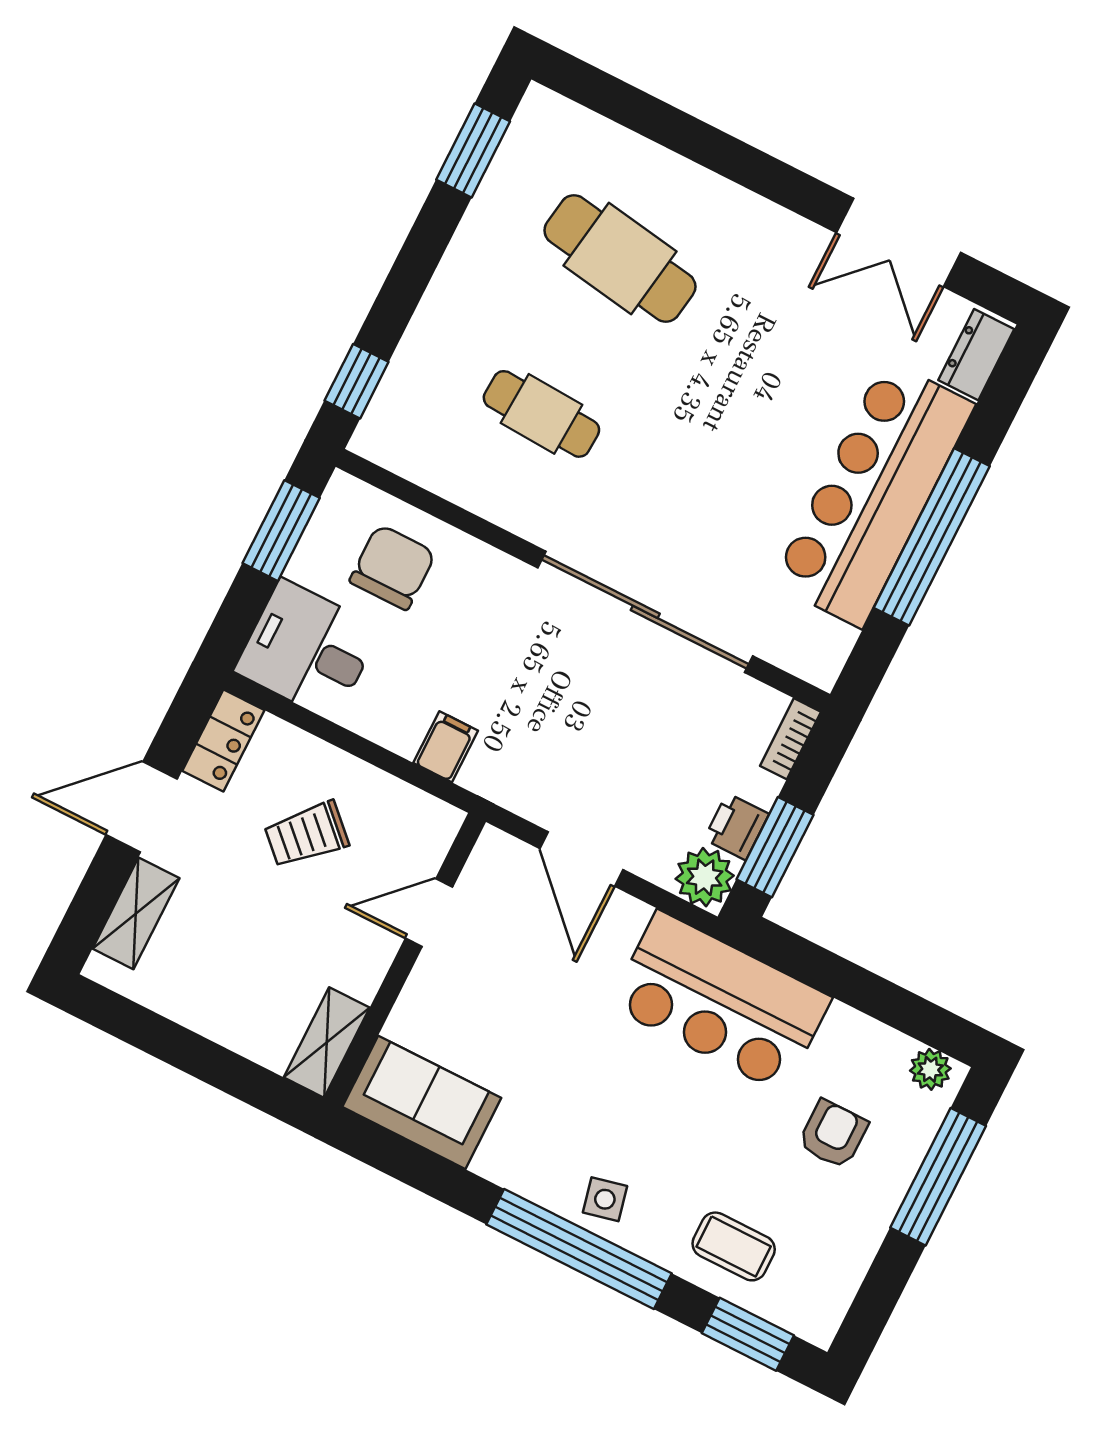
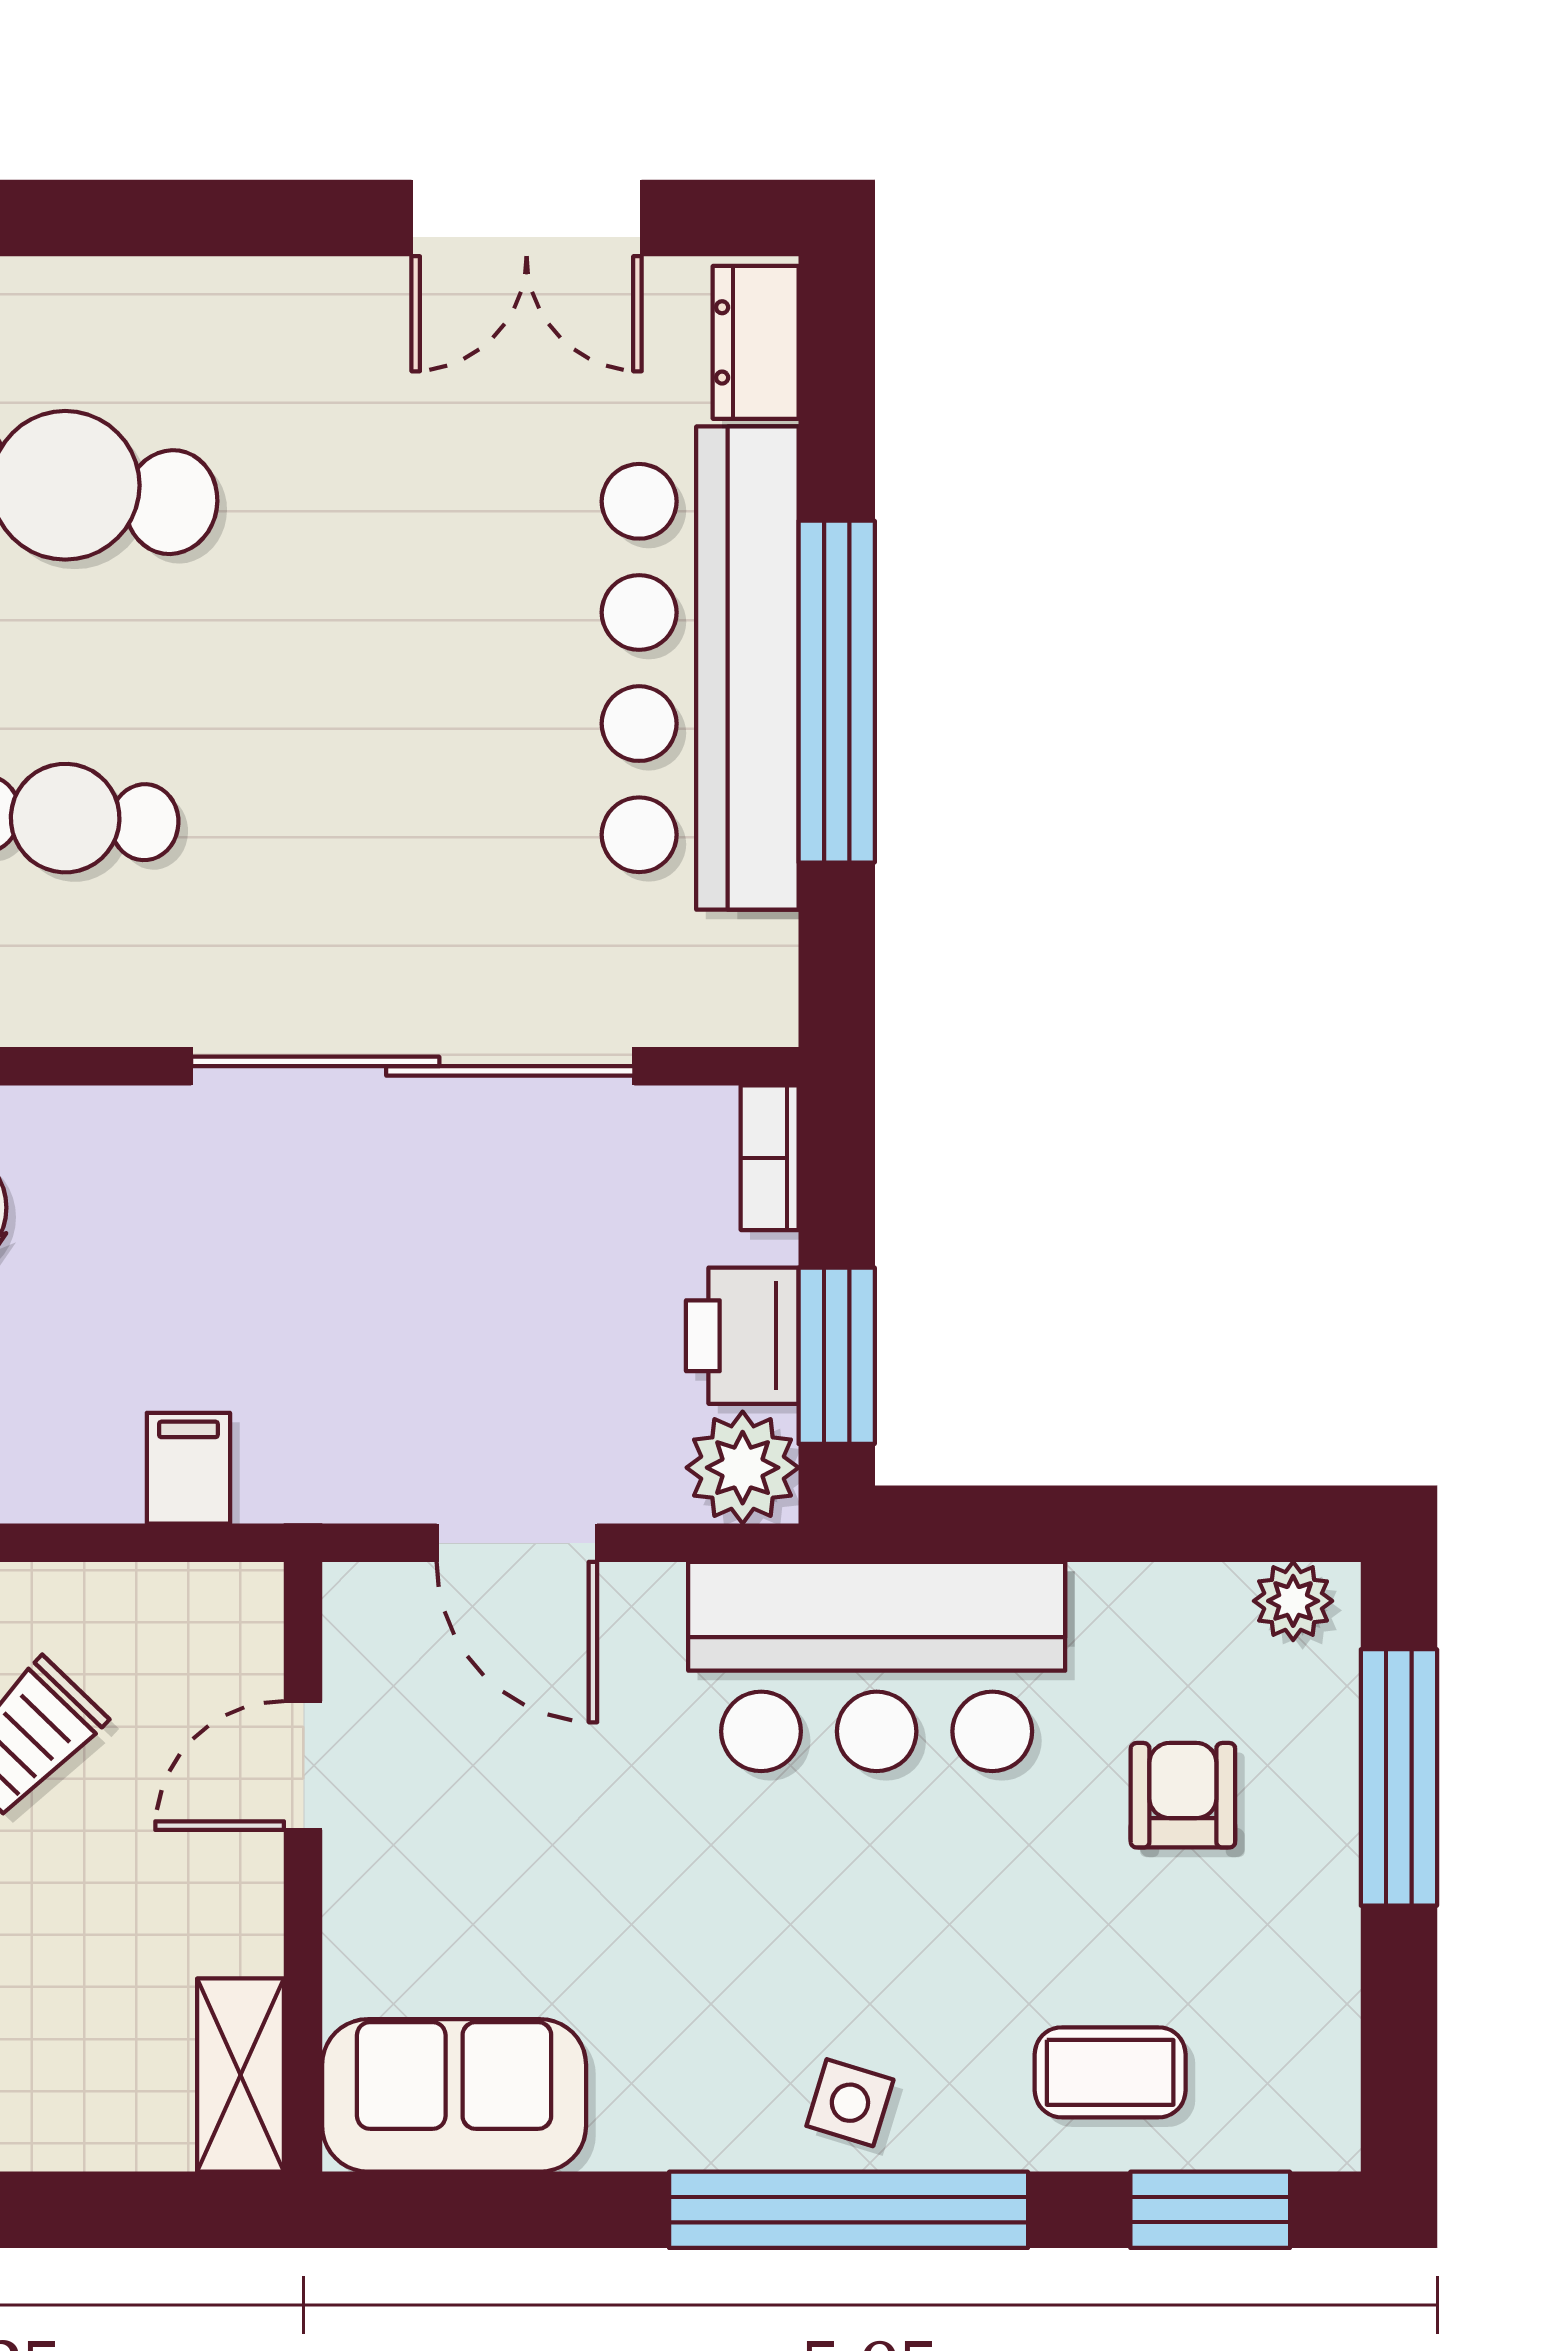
printer: (736, 827) -> (742, 1336), width x1.36, depth x1.24
side table: (605, 1199) -> (850, 2103), turned 30

